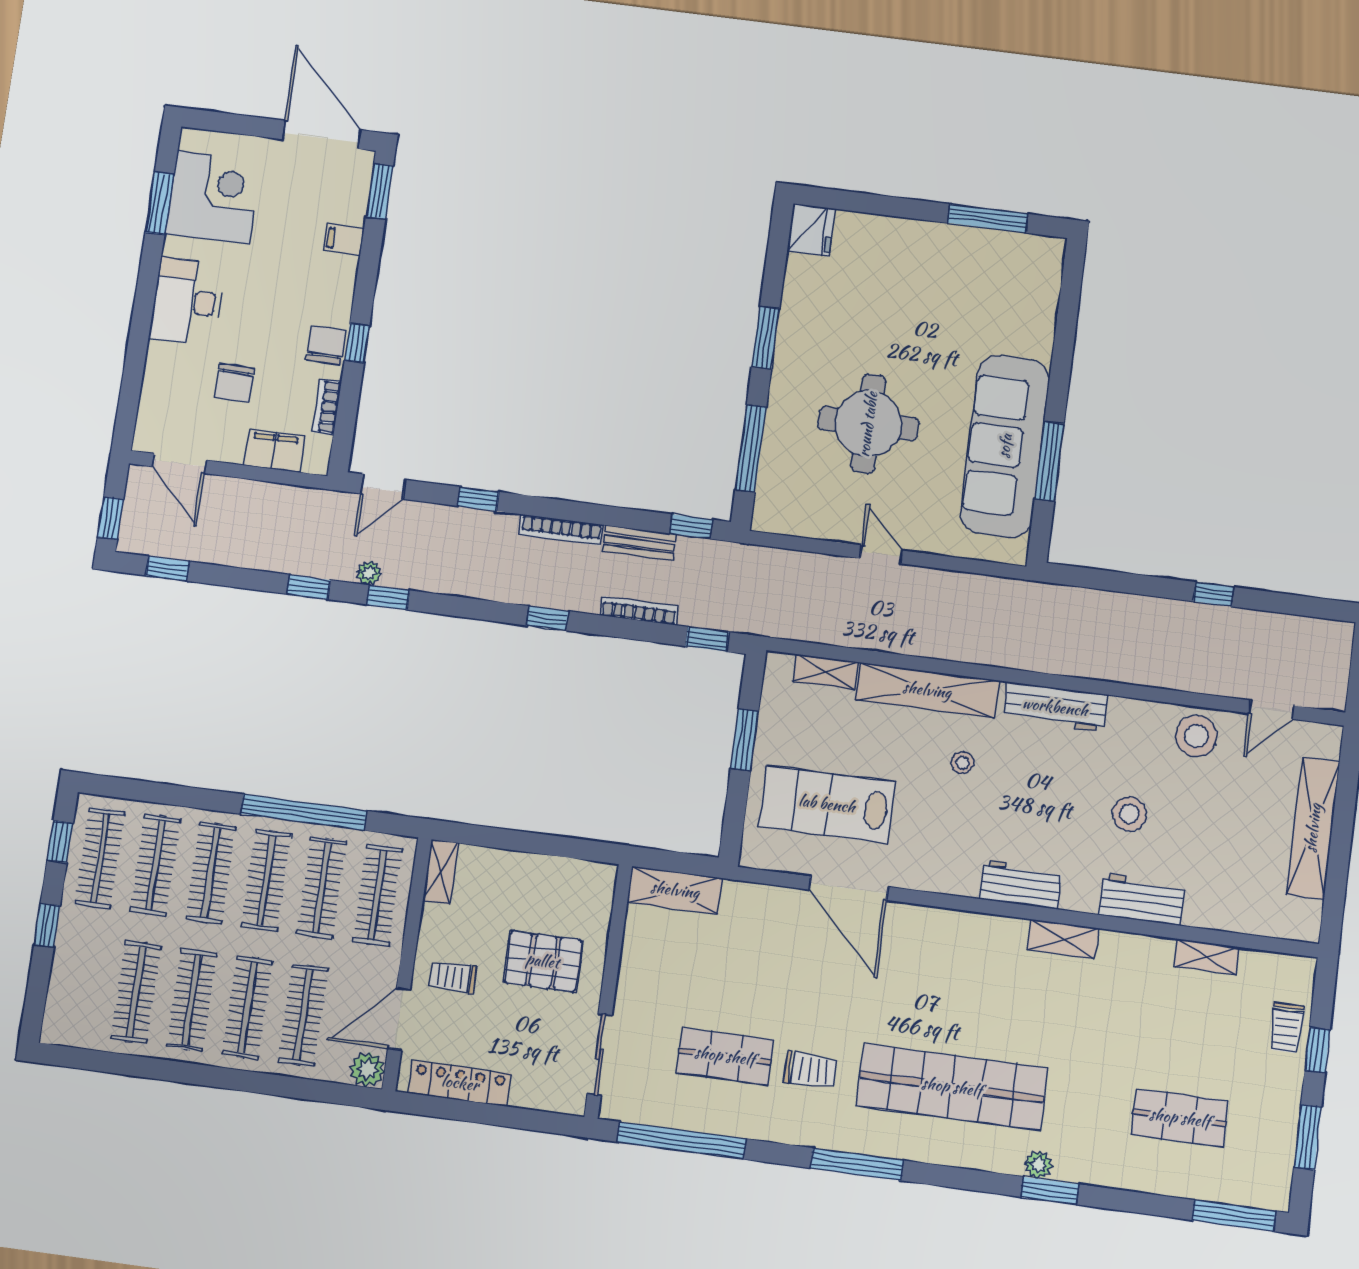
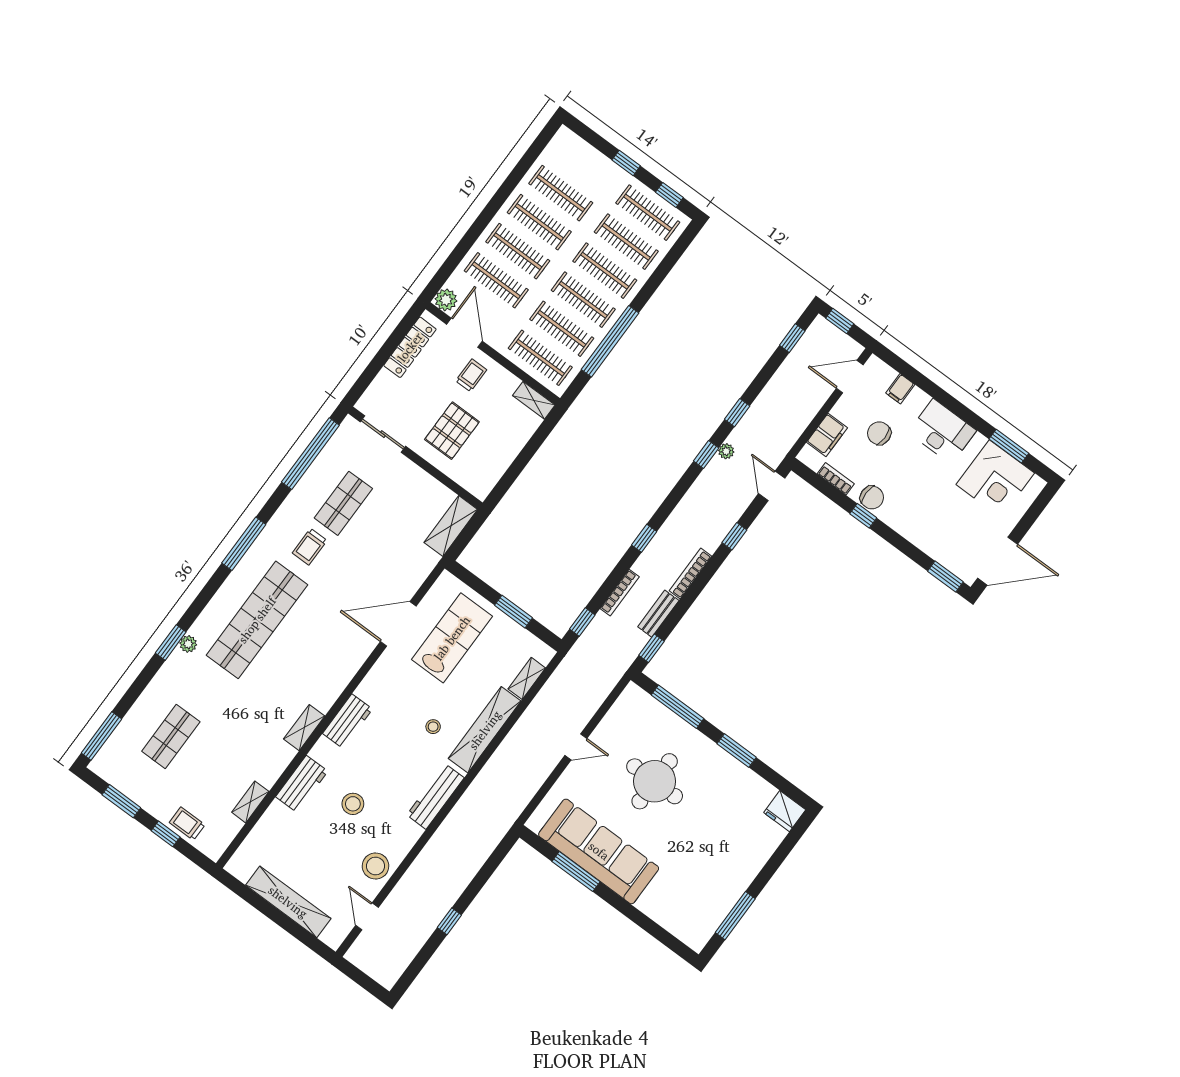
filing cabinet: (344, 239) -> (900, 389), moved, turned 180

